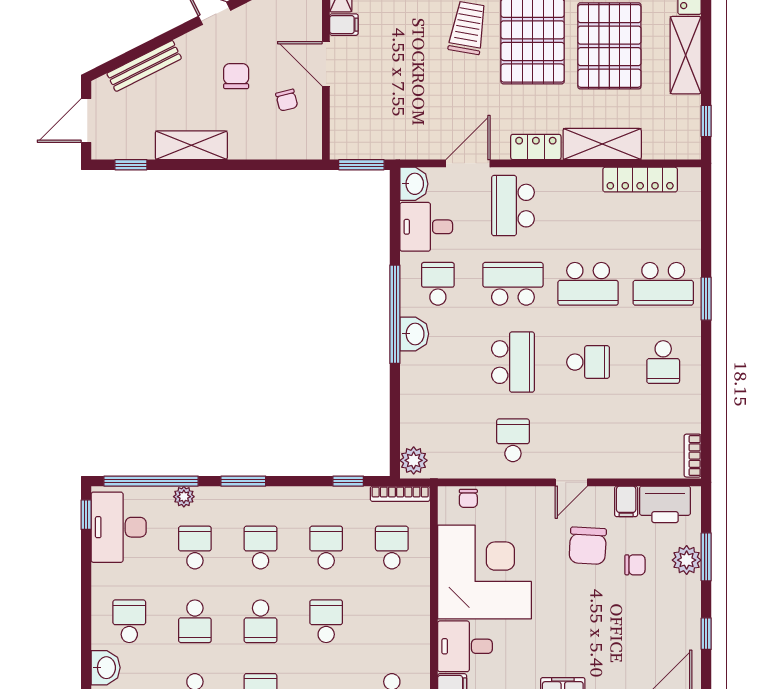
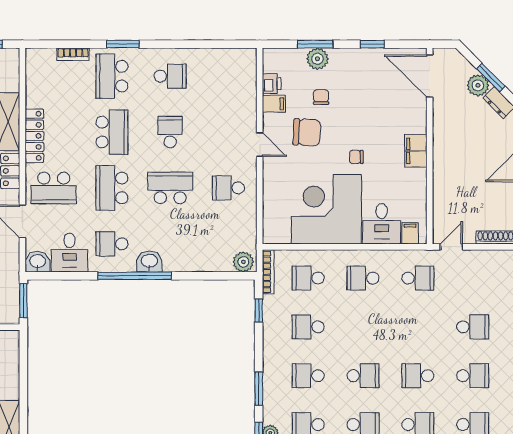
locker: (640, 180) -> (34, 136), moved
school desk: (663, 284) -> (112, 76), turned 180
bookcase: (693, 456) -> (73, 54), moved
chair: (468, 498) -> (356, 157), moved, turned 180
printer: (665, 504) -> (272, 84), width x0.53, depth x0.68
school desk: (326, 621) -> (363, 278), moved

